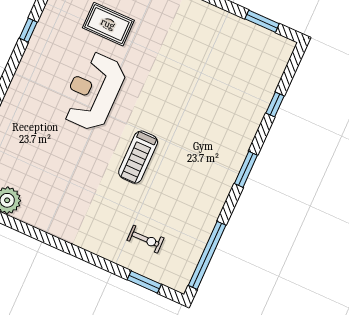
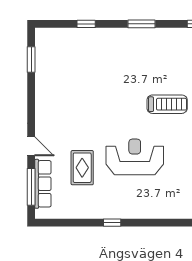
reception desk: (93, 91) -> (135, 157), turned 180

